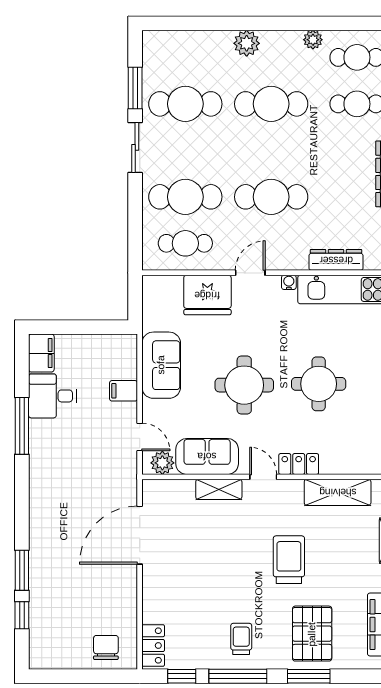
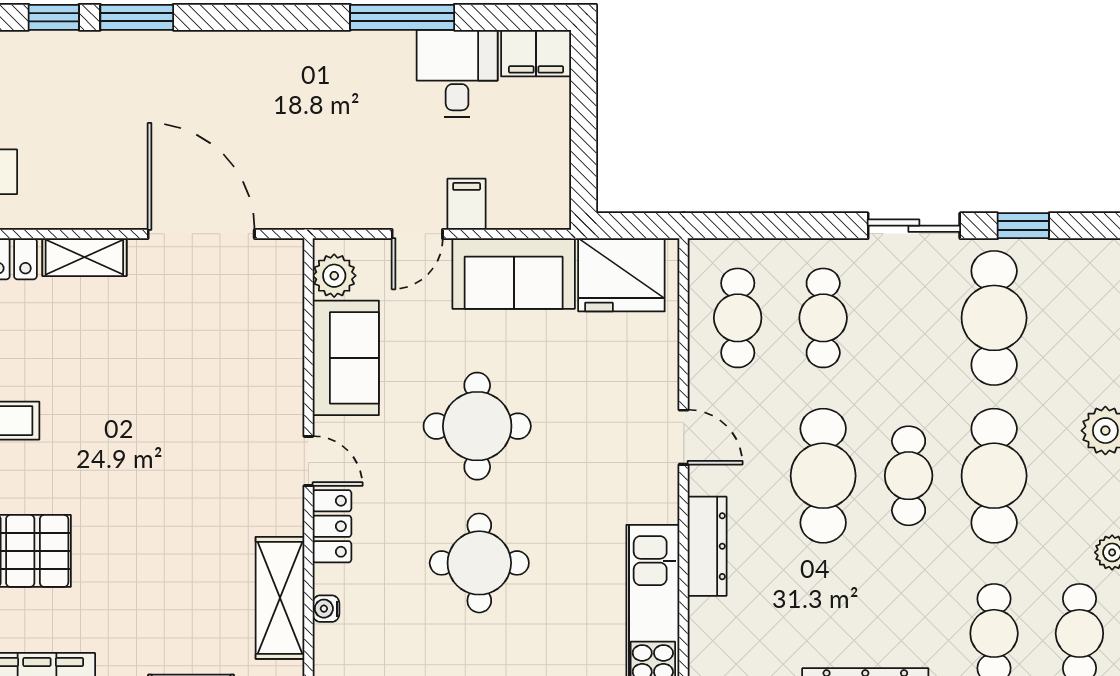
window: (135, 88) -> (1023, 226), width x0.67
cafe table: (271, 150) -> (909, 476), added
cafe table: (185, 197) -> (823, 318), width x0.73, depth x0.74
dresser: (336, 260) -> (707, 546), moved
water cooler: (289, 282) -> (326, 609), moved, turned 180
fridge: (207, 295) -> (621, 275), moved, turned -90
door: (140, 437) -> (417, 234), moved
door: (263, 477) -> (308, 461), hinge flipped
shelving: (219, 489) -> (84, 257), moved, turned 90
trolley: (289, 560) -> (156, 508), removed

